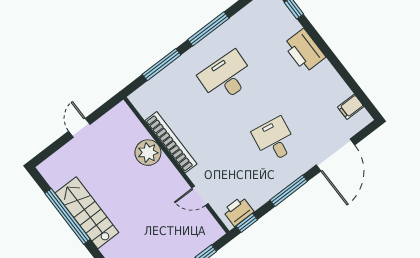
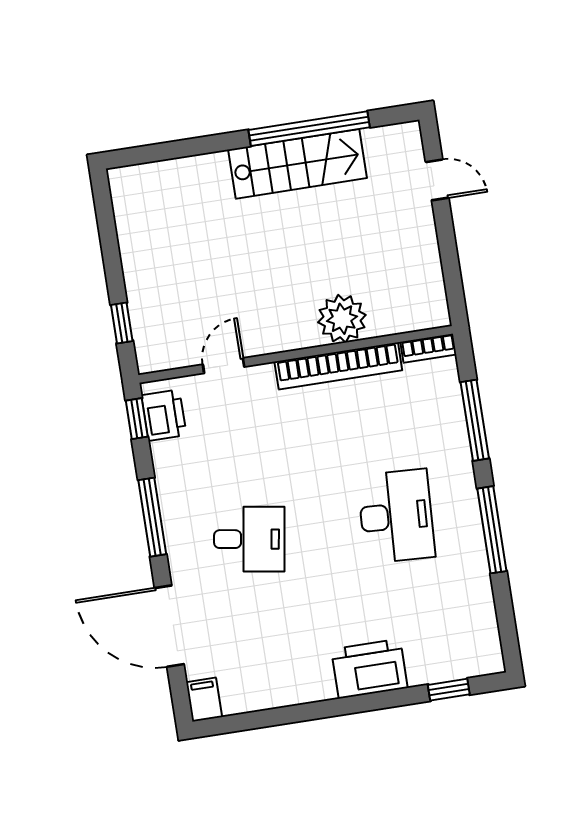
bookcase: (140, 105) -> (428, 348), added
filing cabinet: (351, 107) -> (204, 700), moved
door: (79, 128) -> (437, 180), moved

